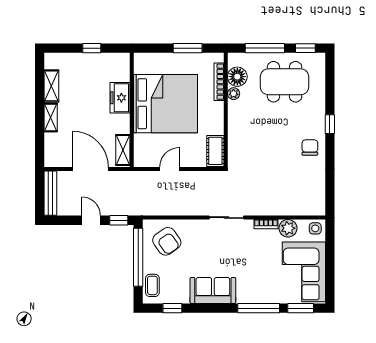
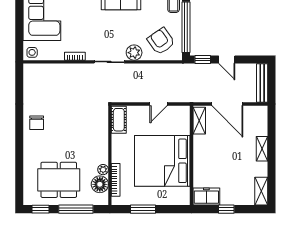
shelving: (51, 86) -> (261, 191), moved
freezer: (120, 98) -> (206, 196), moved, turned -90
window: (330, 124) -> (19, 143), removed
plant: (288, 228) -> (134, 53), moved

